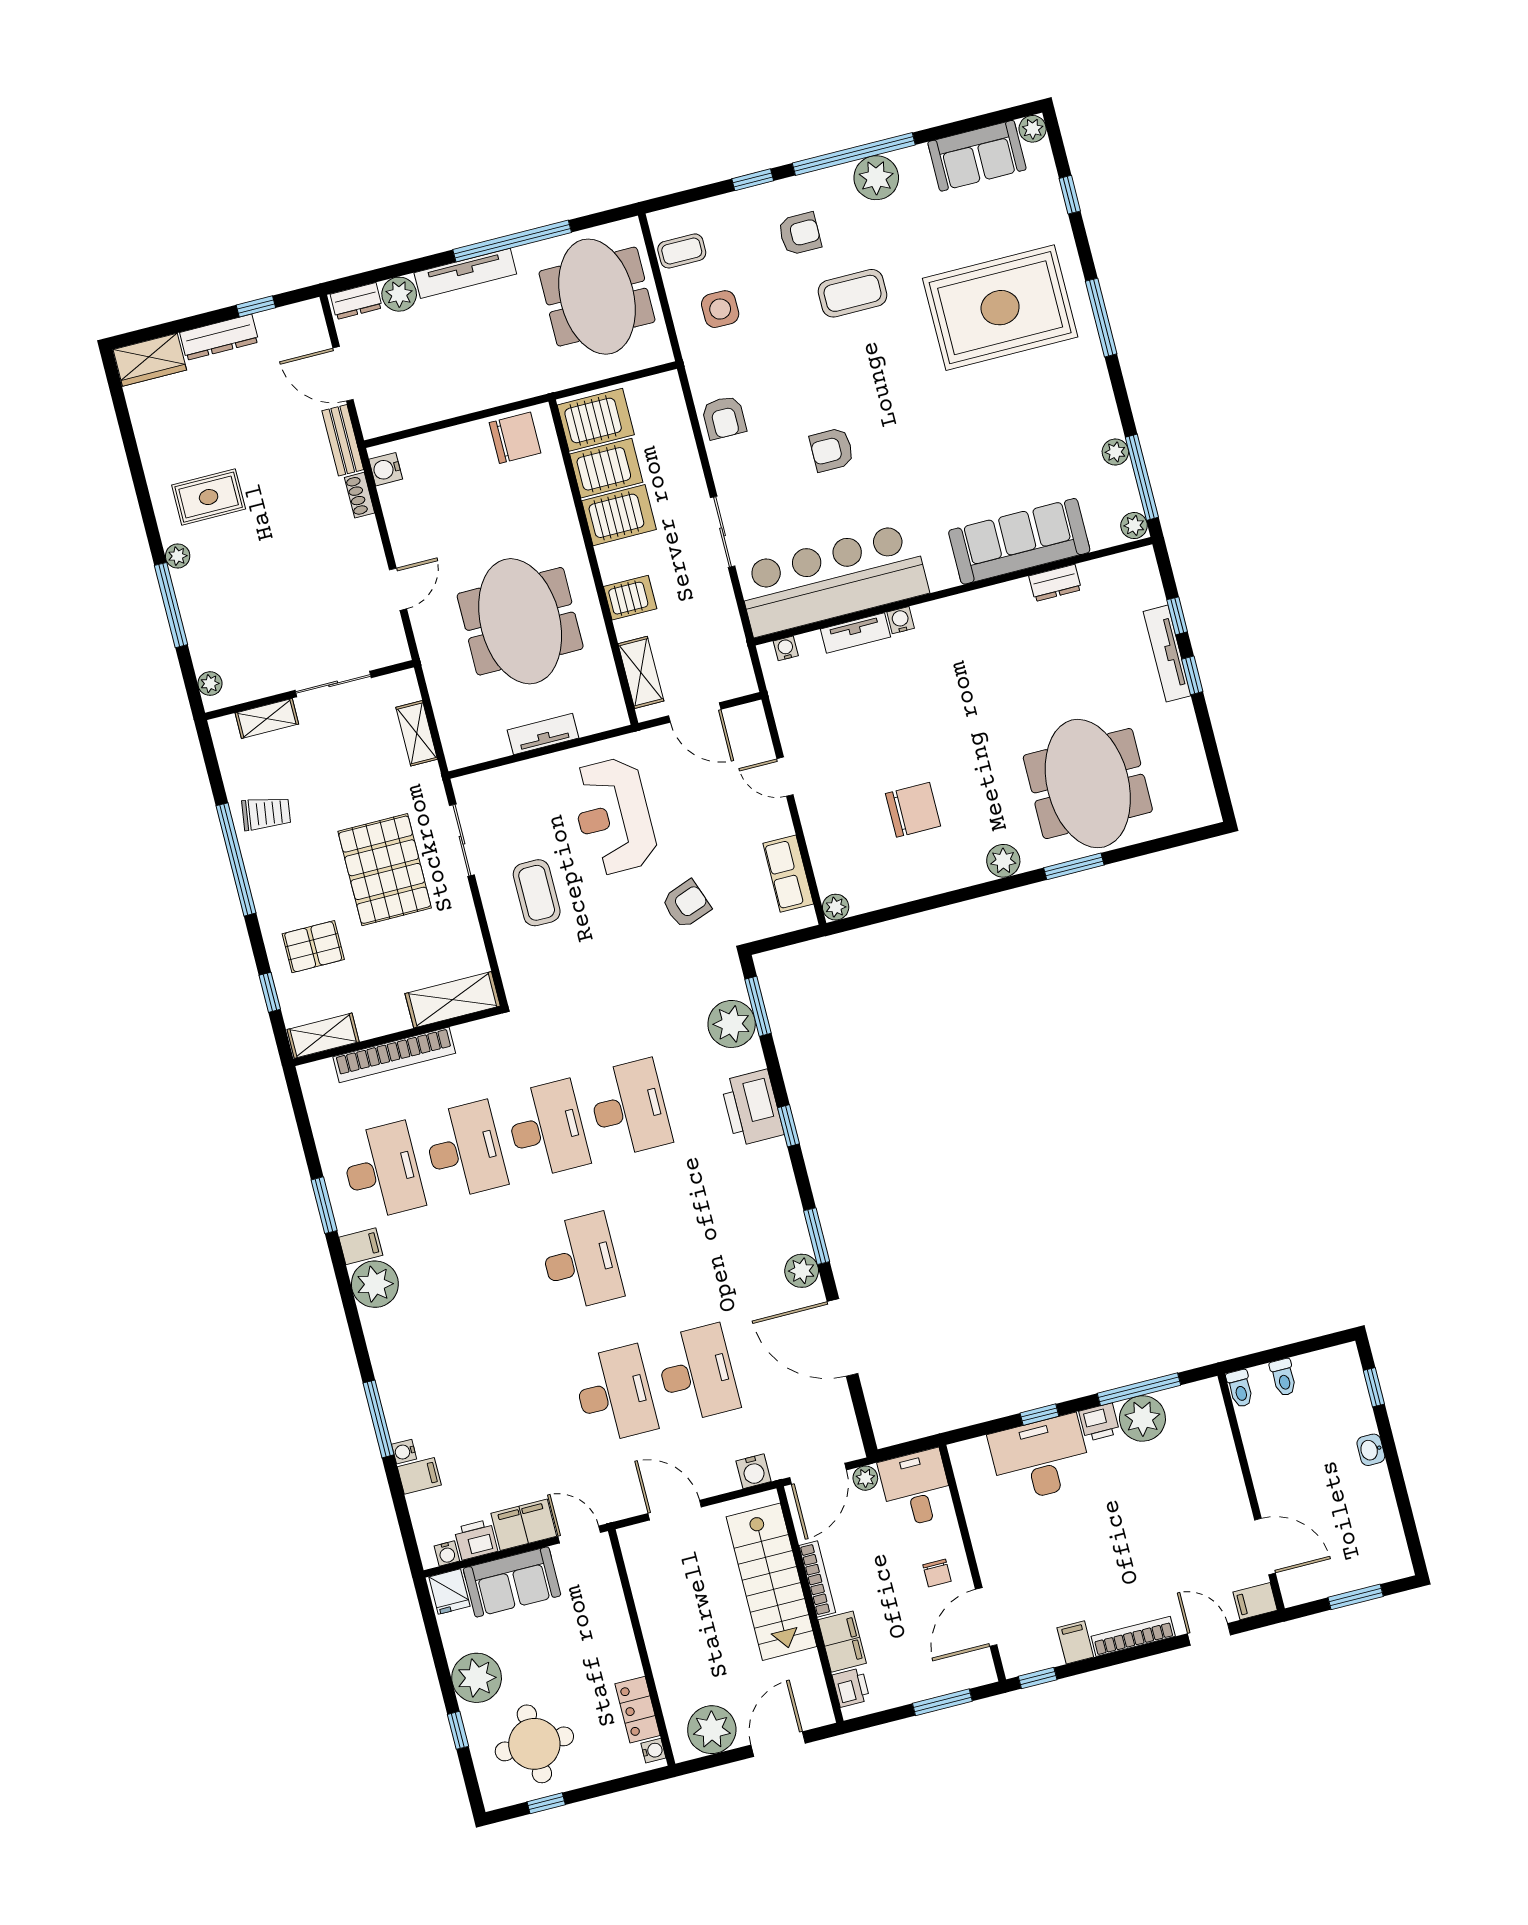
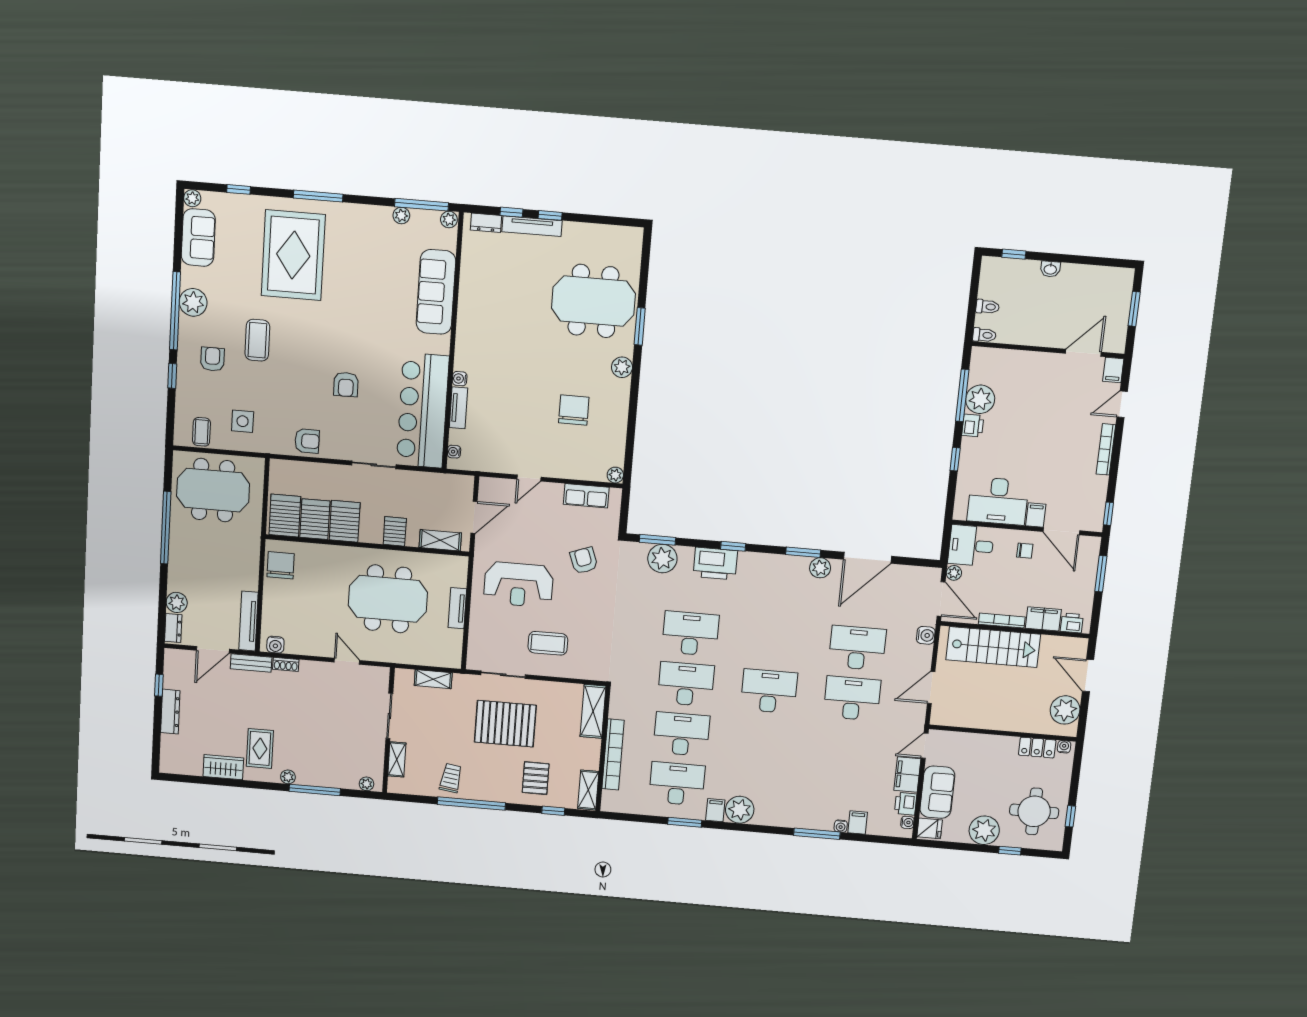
tv unit: (465, 273) -> (248, 621), moved, turned 180
wardrobe: (150, 360) -> (223, 767), moved, turned -90
dresser: (1055, 583) -> (486, 223), moved, turned 90
desk: (1040, 1459) -> (998, 501), moved, turned -90
filing cabinet: (1075, 1642) -> (1036, 515), moved, turned 90

